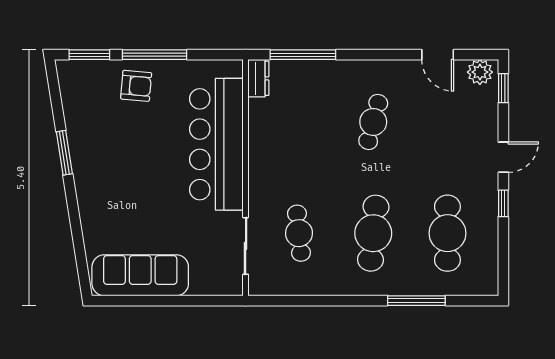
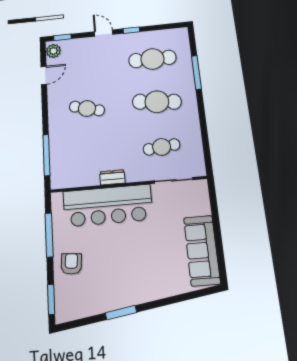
window: (155, 55) -> (49, 235), moved
dresser: (258, 78) -> (112, 177), moved

